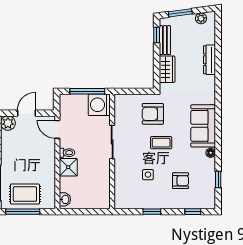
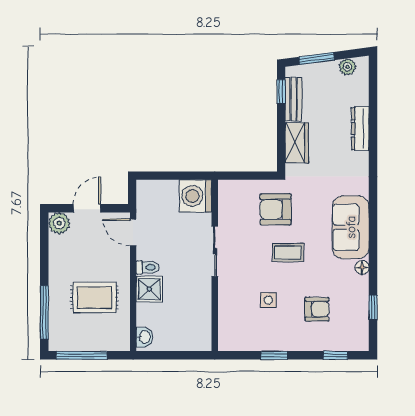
window: (87, 91) -> (178, 176), removed
rug: (25, 194) -> (94, 297), moved

